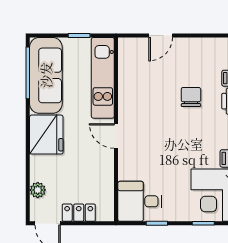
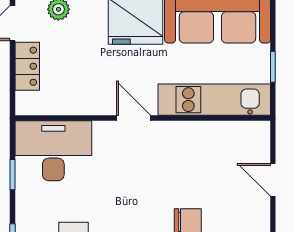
door: (116, 136) -> (134, 118), hinge flipped
desk: (140, 201) -> (53, 151), width x1.37

